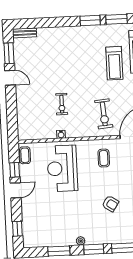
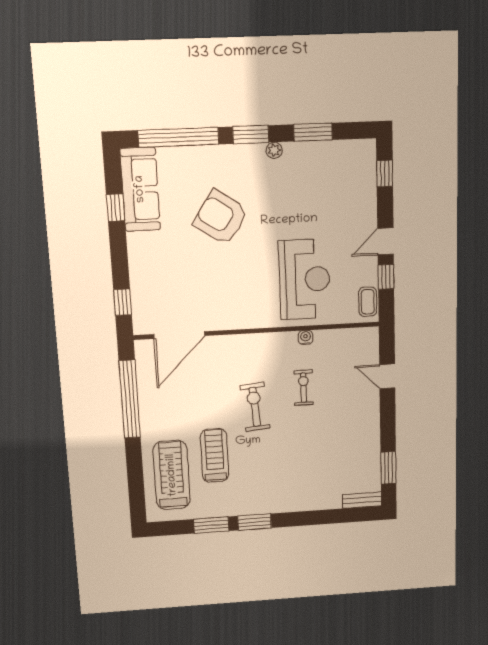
door: (10, 78) -> (387, 376), moved
exercise bike: (104, 114) -> (255, 407), moved
coffee table: (104, 158) -> (233, 298), removed
armchair: (110, 204) -> (221, 217), width x1.88, depth x1.88

